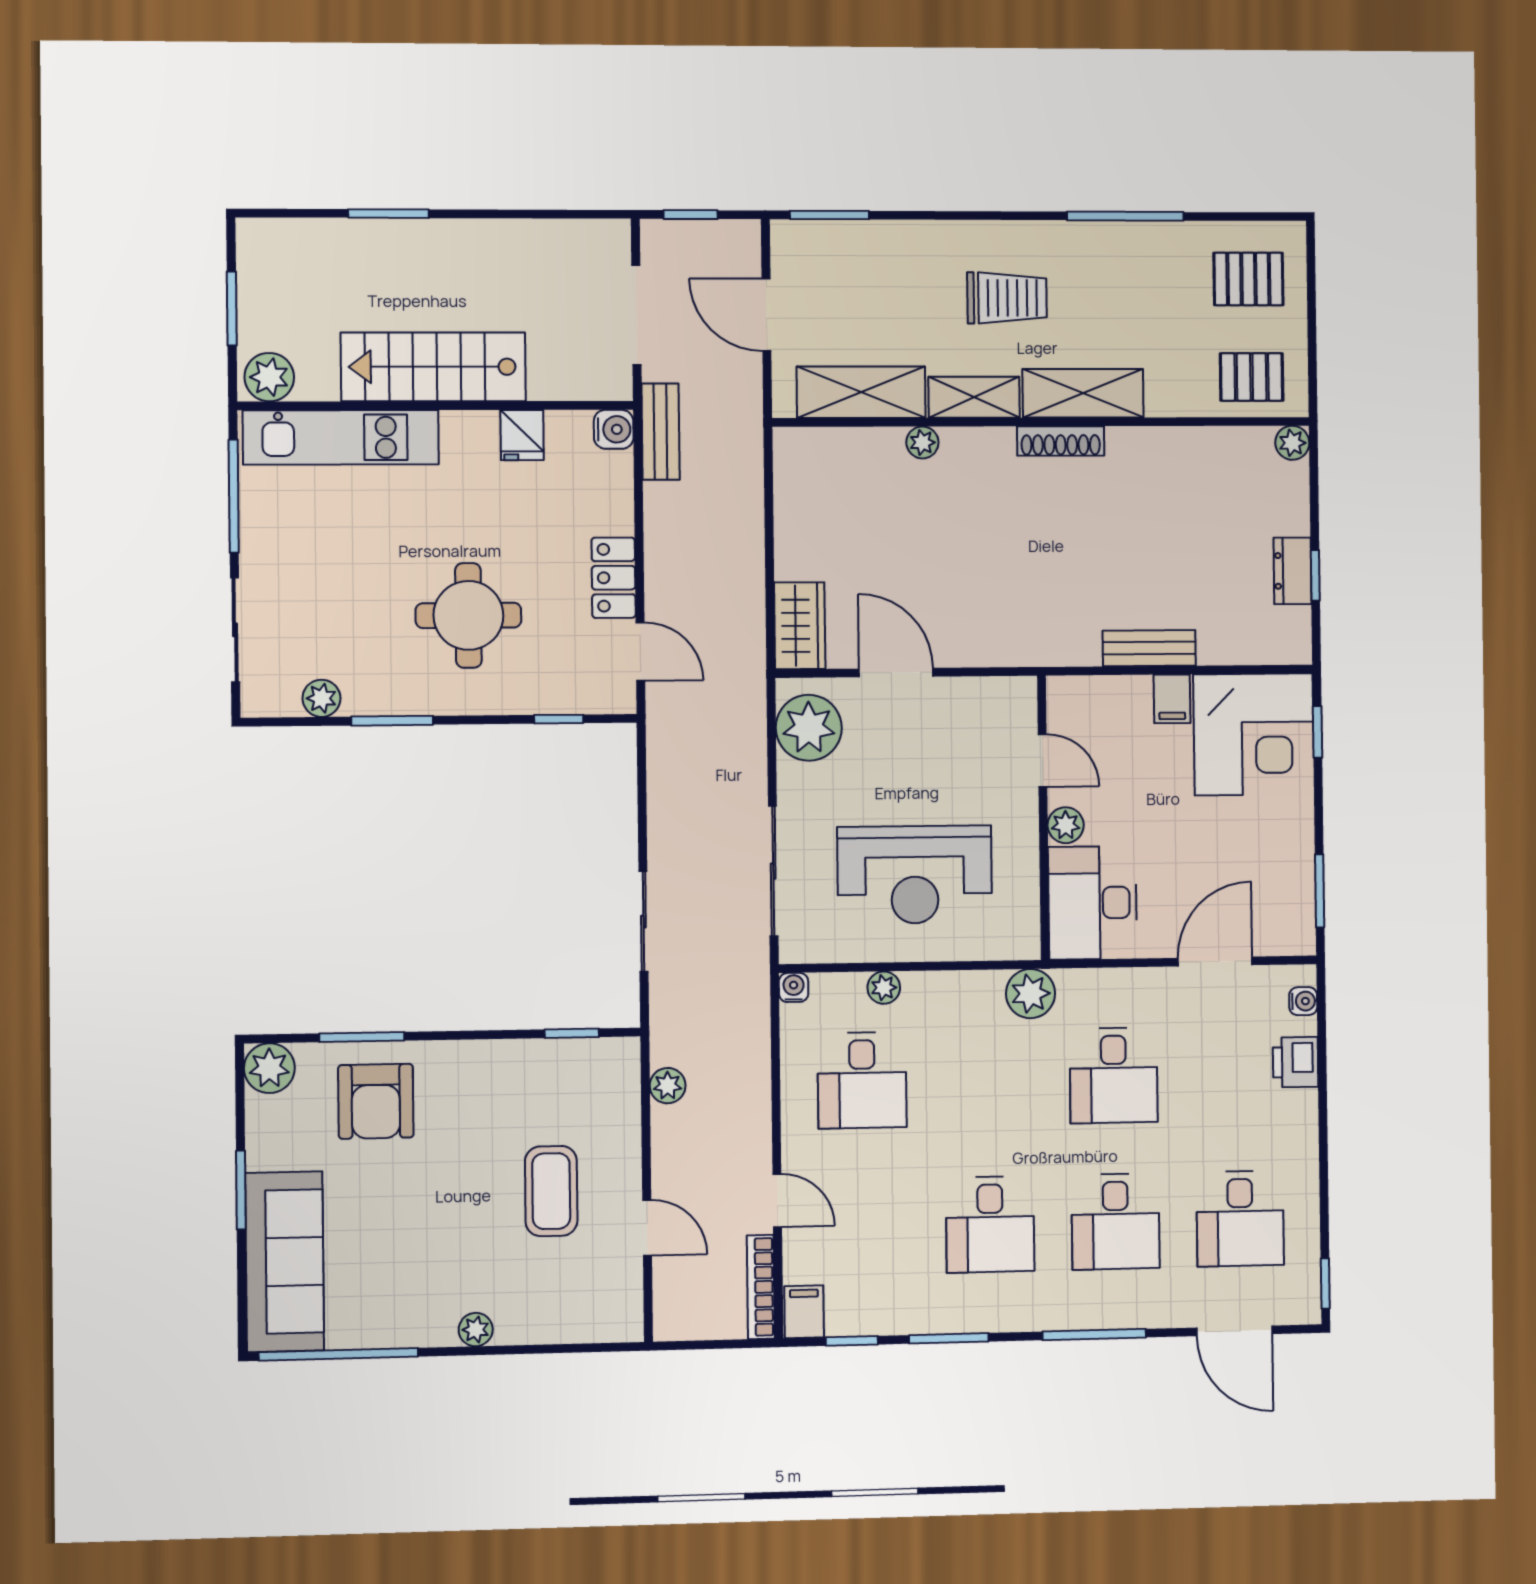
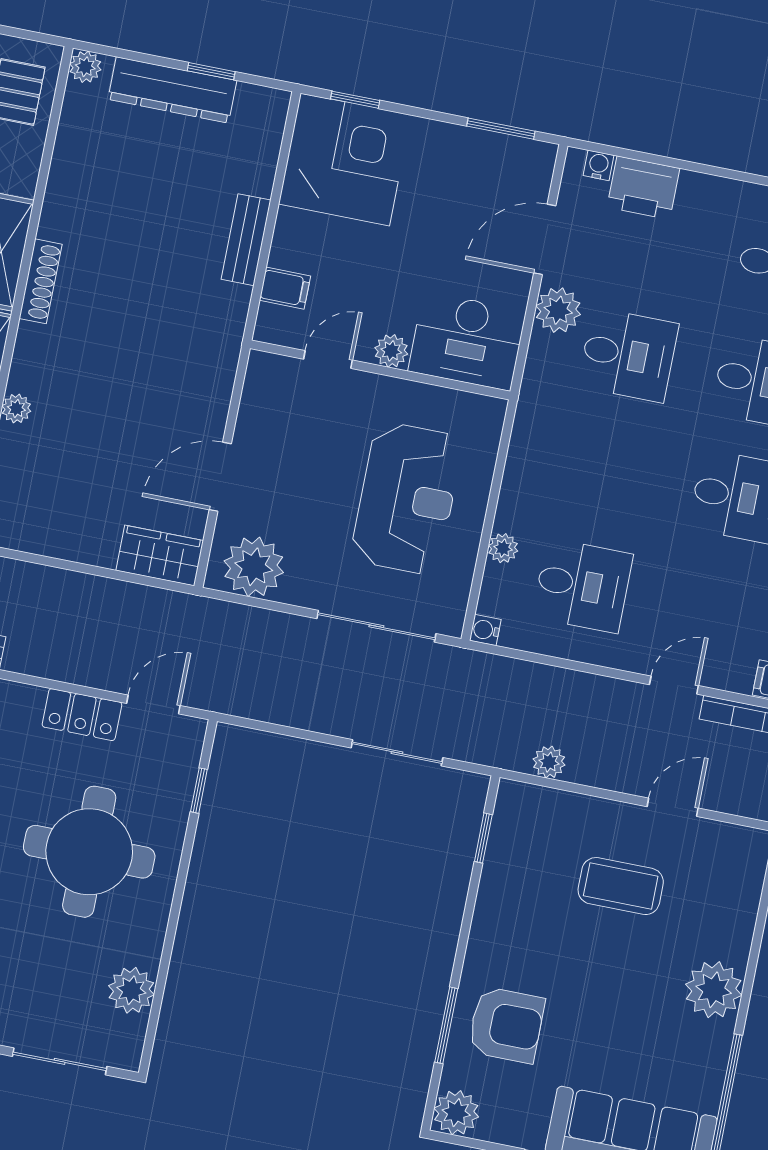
dresser: (1293, 571) -> (172, 90), width x1.96, depth x1.24
round table: (468, 615) -> (89, 852), width x1.36, depth x1.36
plant: (321, 698) -> (131, 990), width x1.38, depth x1.38
filing cabinet: (1172, 699) -> (285, 288), moved
window: (392, 721) -> (169, 939), removed
door: (1215, 962) -> (545, 239), hinge flipped
plant: (1030, 994) -> (558, 310), moved
printer: (1295, 1062) -> (643, 188), width x1.36, depth x1.24
plant: (476, 1330) -> (714, 990), width x1.88, depth x1.88

